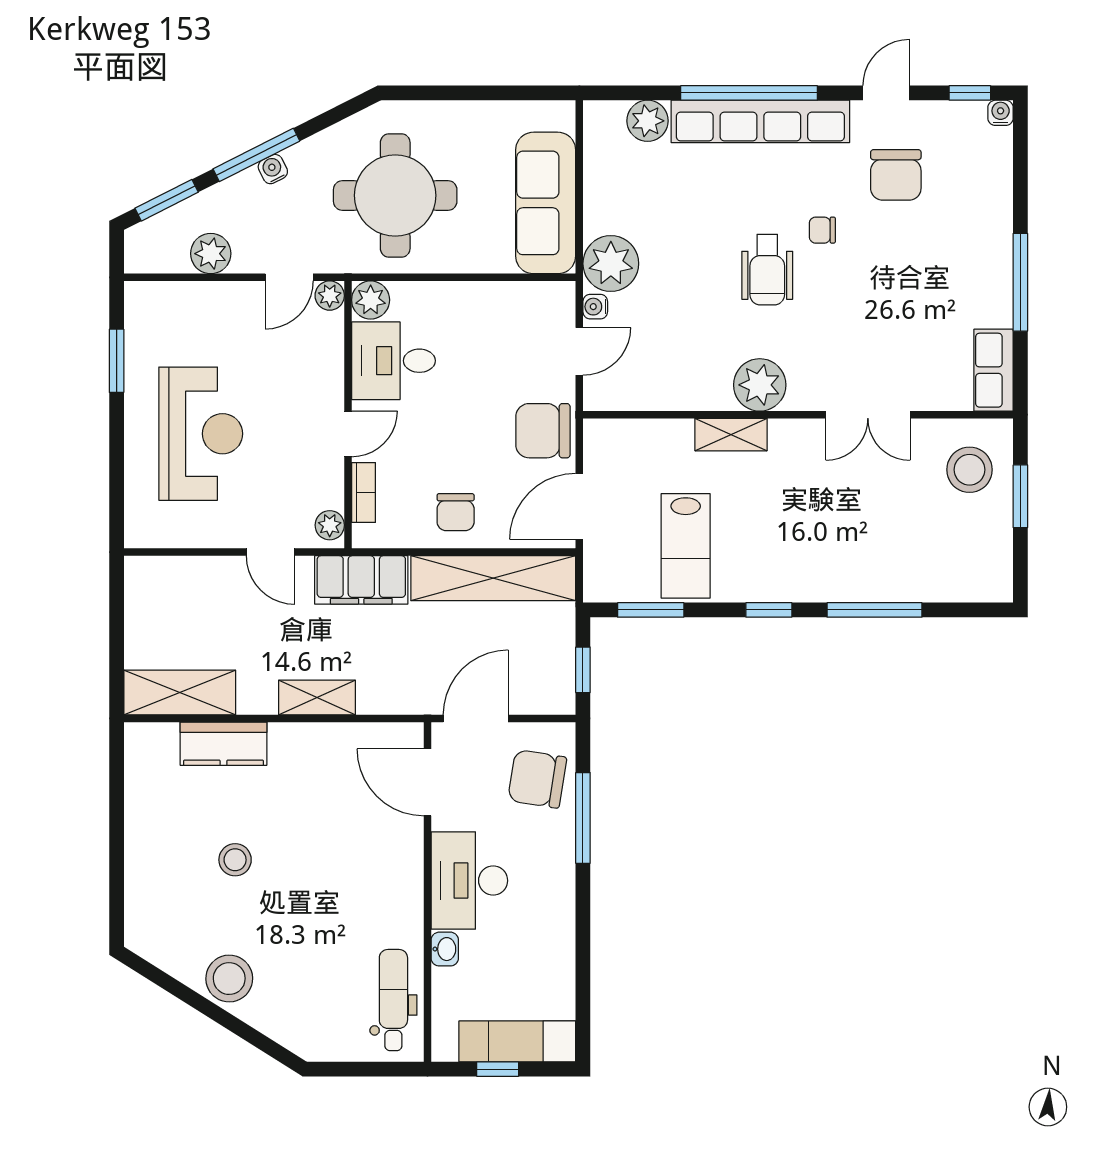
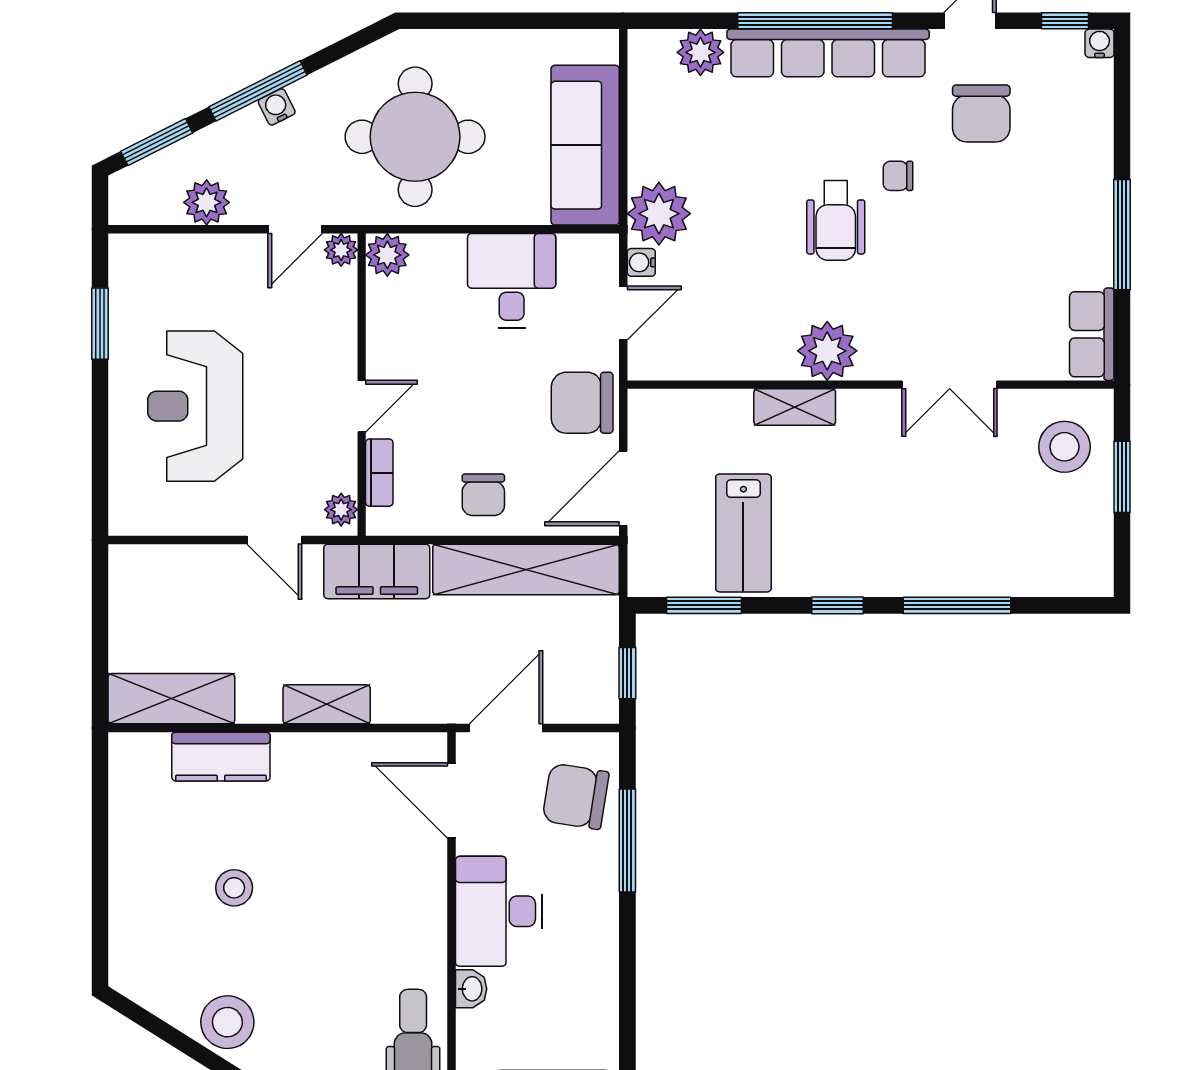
desk: (393, 361) -> (512, 281), moved, turned 90
reception desk: (201, 434) -> (195, 406), turned 180

